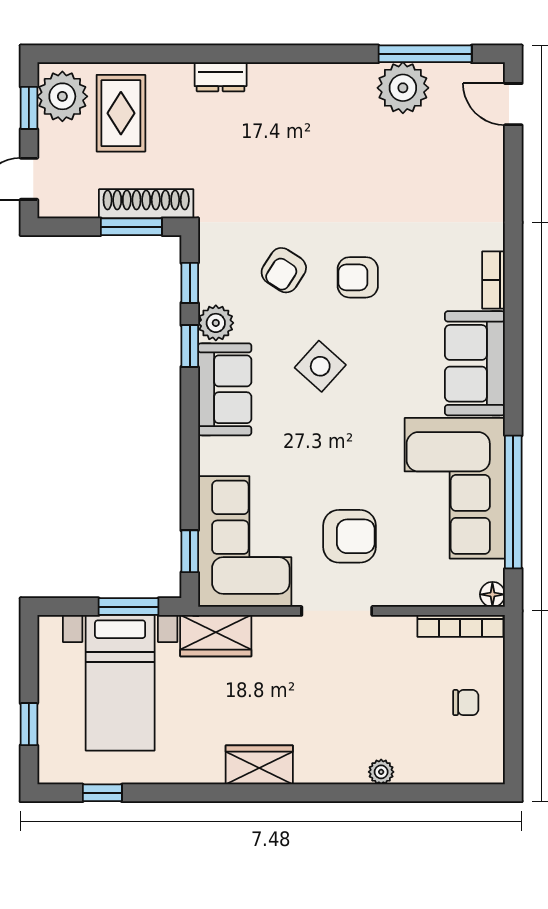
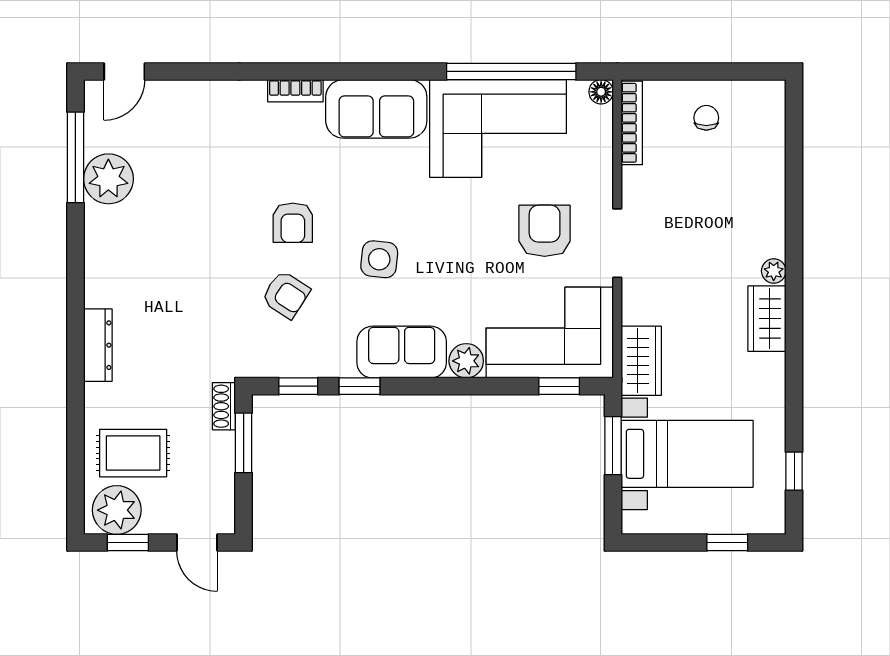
dresser: (221, 77) -> (98, 345), width x1.44
shoe rack: (146, 204) -> (224, 406), width x0.51, depth x0.81
plant: (216, 323) -> (466, 361), moved
side table: (320, 366) -> (379, 259), turned -36
plant: (381, 772) -> (774, 271), moved

